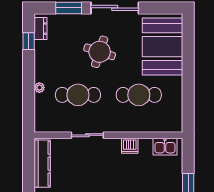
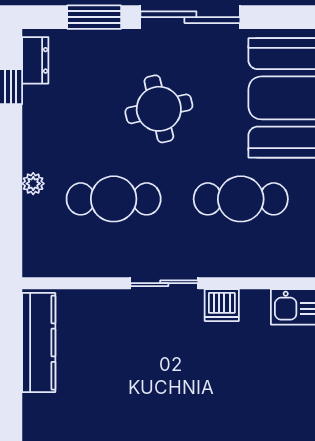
round table: (100, 52) -> (159, 109), turned -31
sliding door: (87, 135) -> (164, 283), moved

